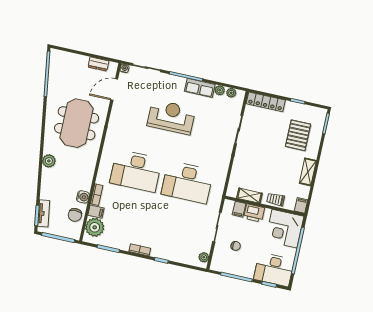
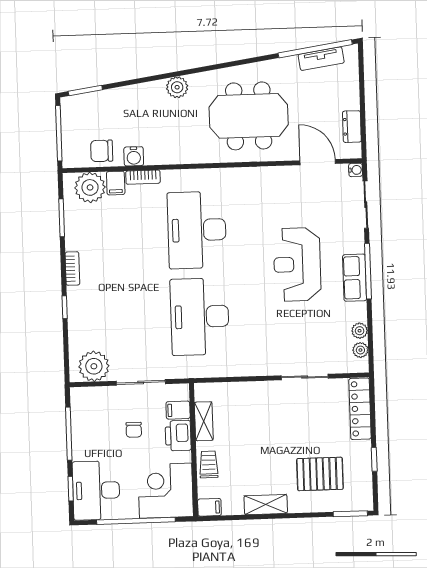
row of seats: (200, 88) -> (355, 278), moved
reception desk: (171, 117) -> (297, 264), turned 180
tv unit: (44, 213) -> (321, 59), moved
chair: (236, 246) -> (134, 430), moved
plant: (204, 257) -> (94, 366), width x1.87, depth x1.87

